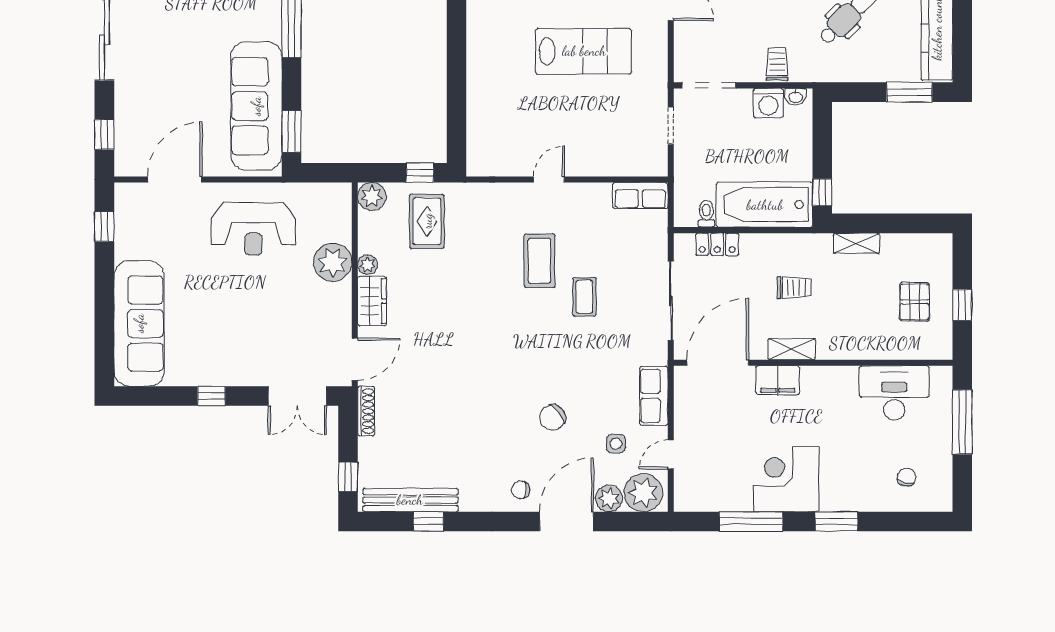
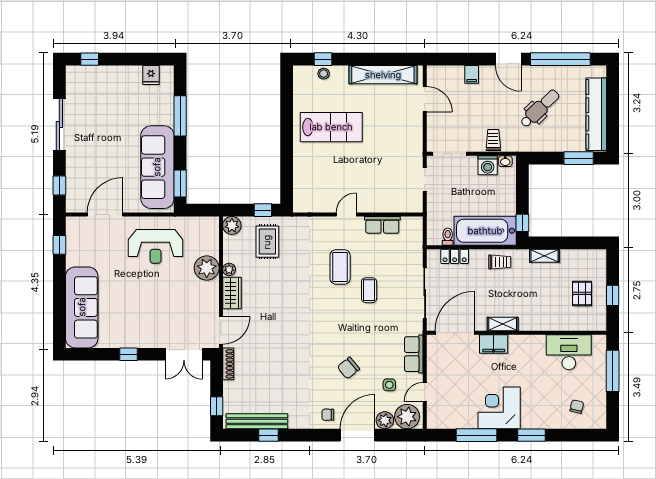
lab bench: (584, 51) -> (331, 127), moved
row of seats: (640, 196) -> (382, 225), moved
trolley: (794, 288) -> (500, 262), moved

